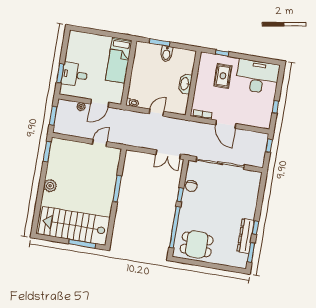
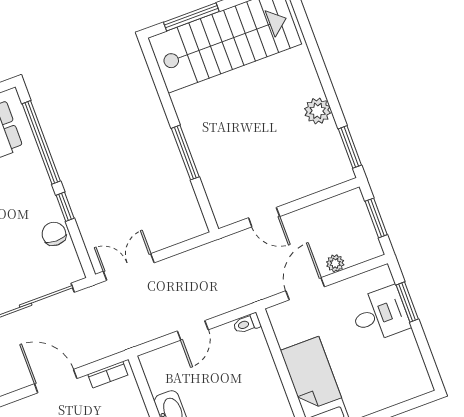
door: (100, 143) -> (264, 217), hinge flipped
plant: (50, 186) -> (318, 111), moved

